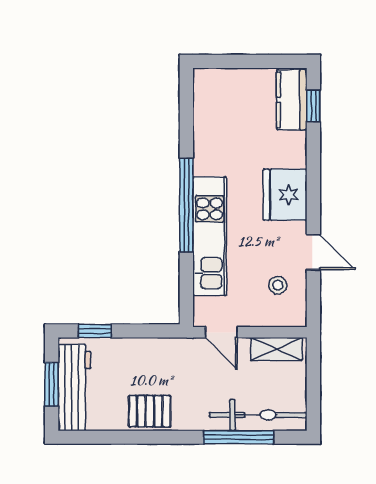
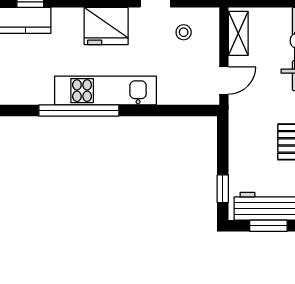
window: (186, 205) -> (79, 110), moved
kitchen unit: (210, 236) -> (105, 91), moved

